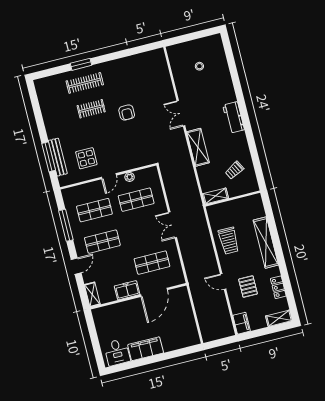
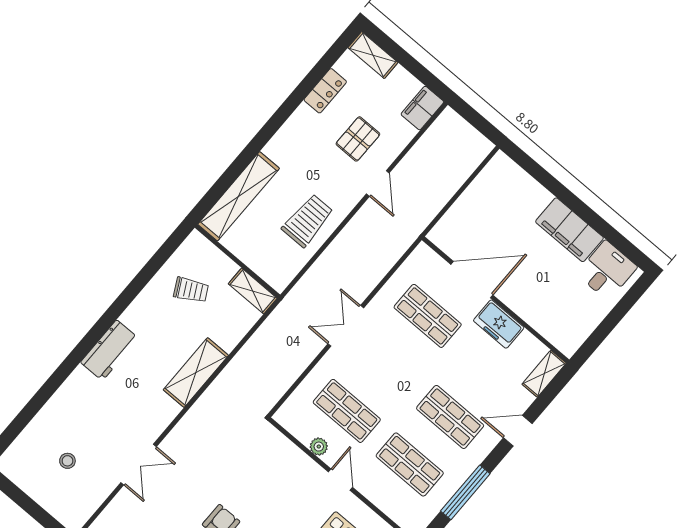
double door: (181, 113) -> (139, 465), moved
door: (109, 176) -> (340, 480), hinge flipped
double door: (173, 225) -> (346, 326), swing flipped
shelving: (266, 243) -> (239, 196), moved

